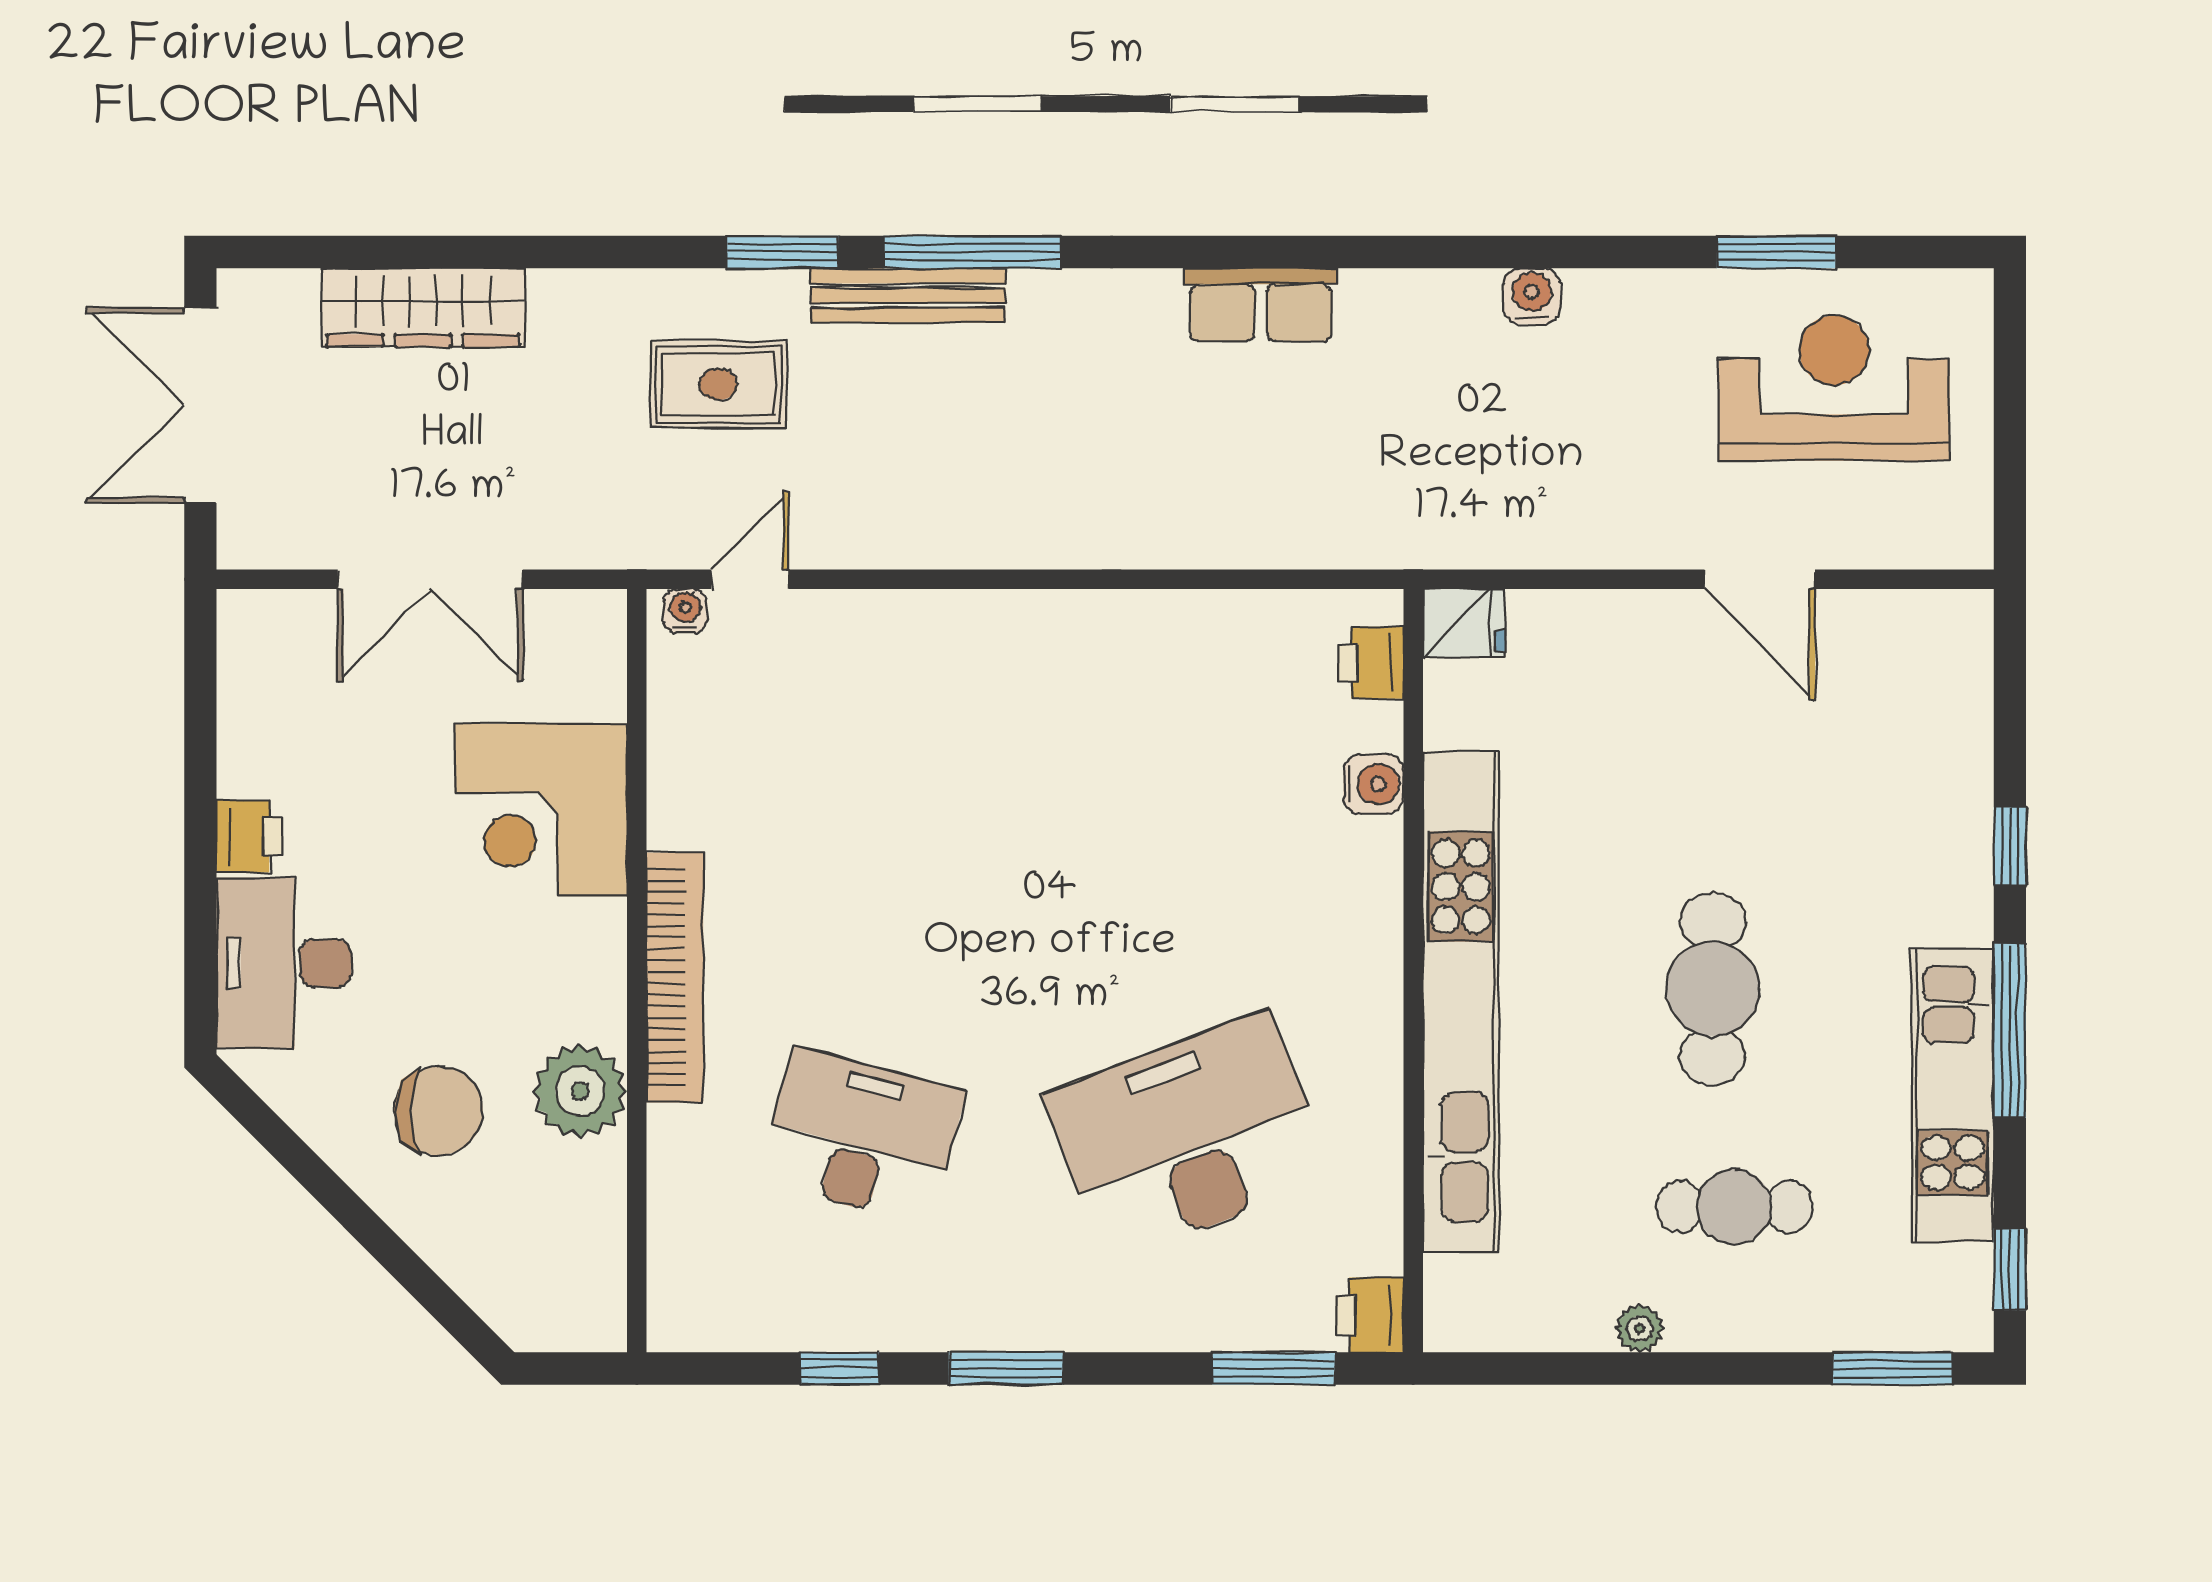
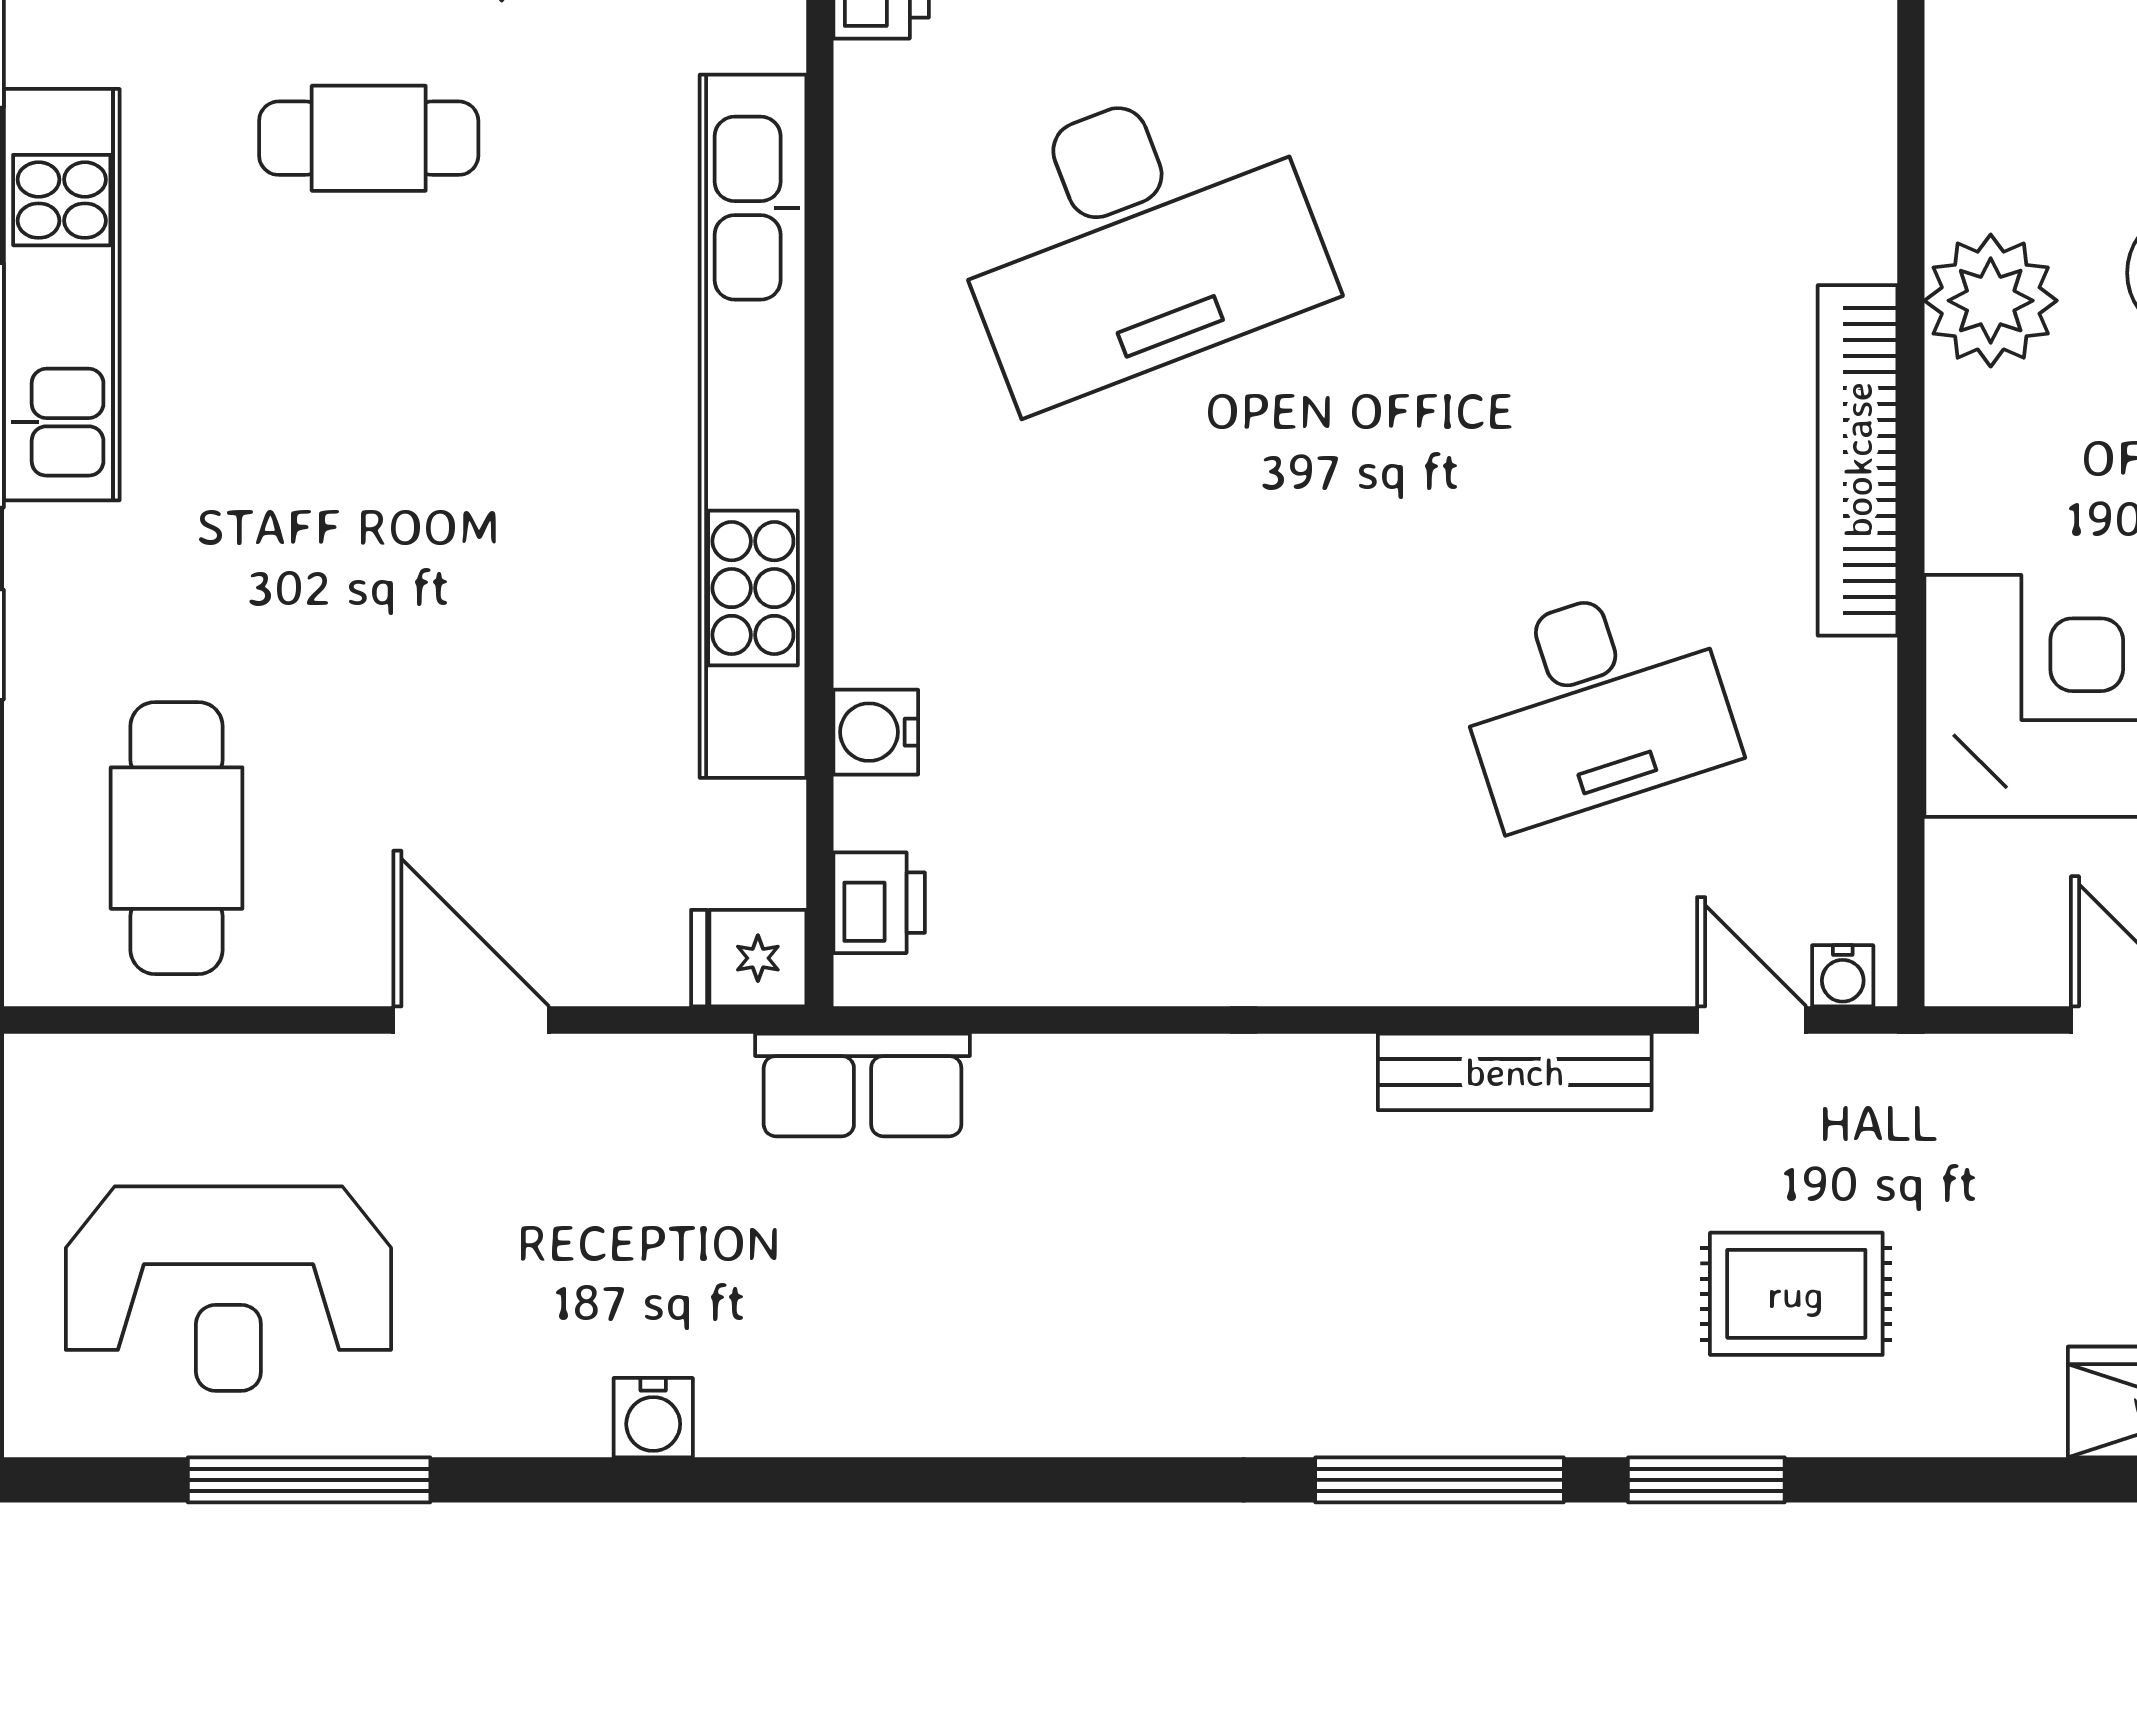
window: (1777, 252) -> (309, 1480), width x1.44
bench: (908, 295) -> (1515, 1072), moved
row of seats: (1261, 305) -> (863, 1085), moved, turned 180
door: (750, 579) -> (1752, 1020), swing flipped
door: (1760, 579) -> (471, 1020), moved
cafe table: (1713, 989) -> (177, 838), moved
desk: (862, 1136) -> (1595, 703), moved, turned -33

